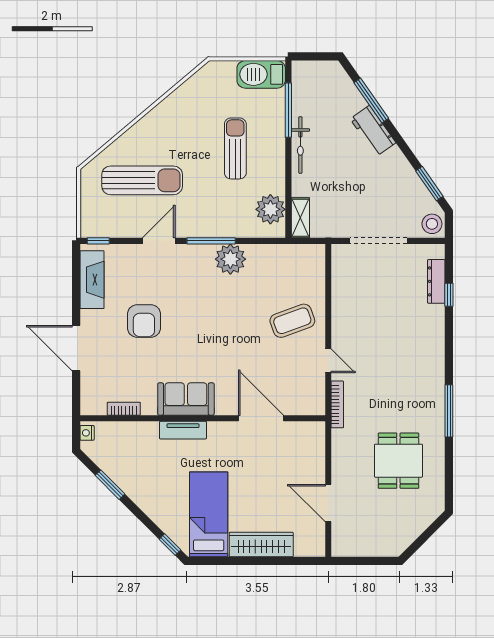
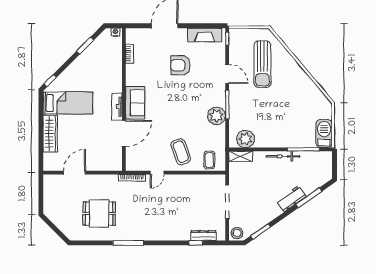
sun lounger: (235, 148) -> (281, 119), removed
coffee table: (307, 272) -> (209, 160), added
sofa: (186, 399) -> (135, 103), moved
tv unit: (183, 430) -> (117, 107), moved

